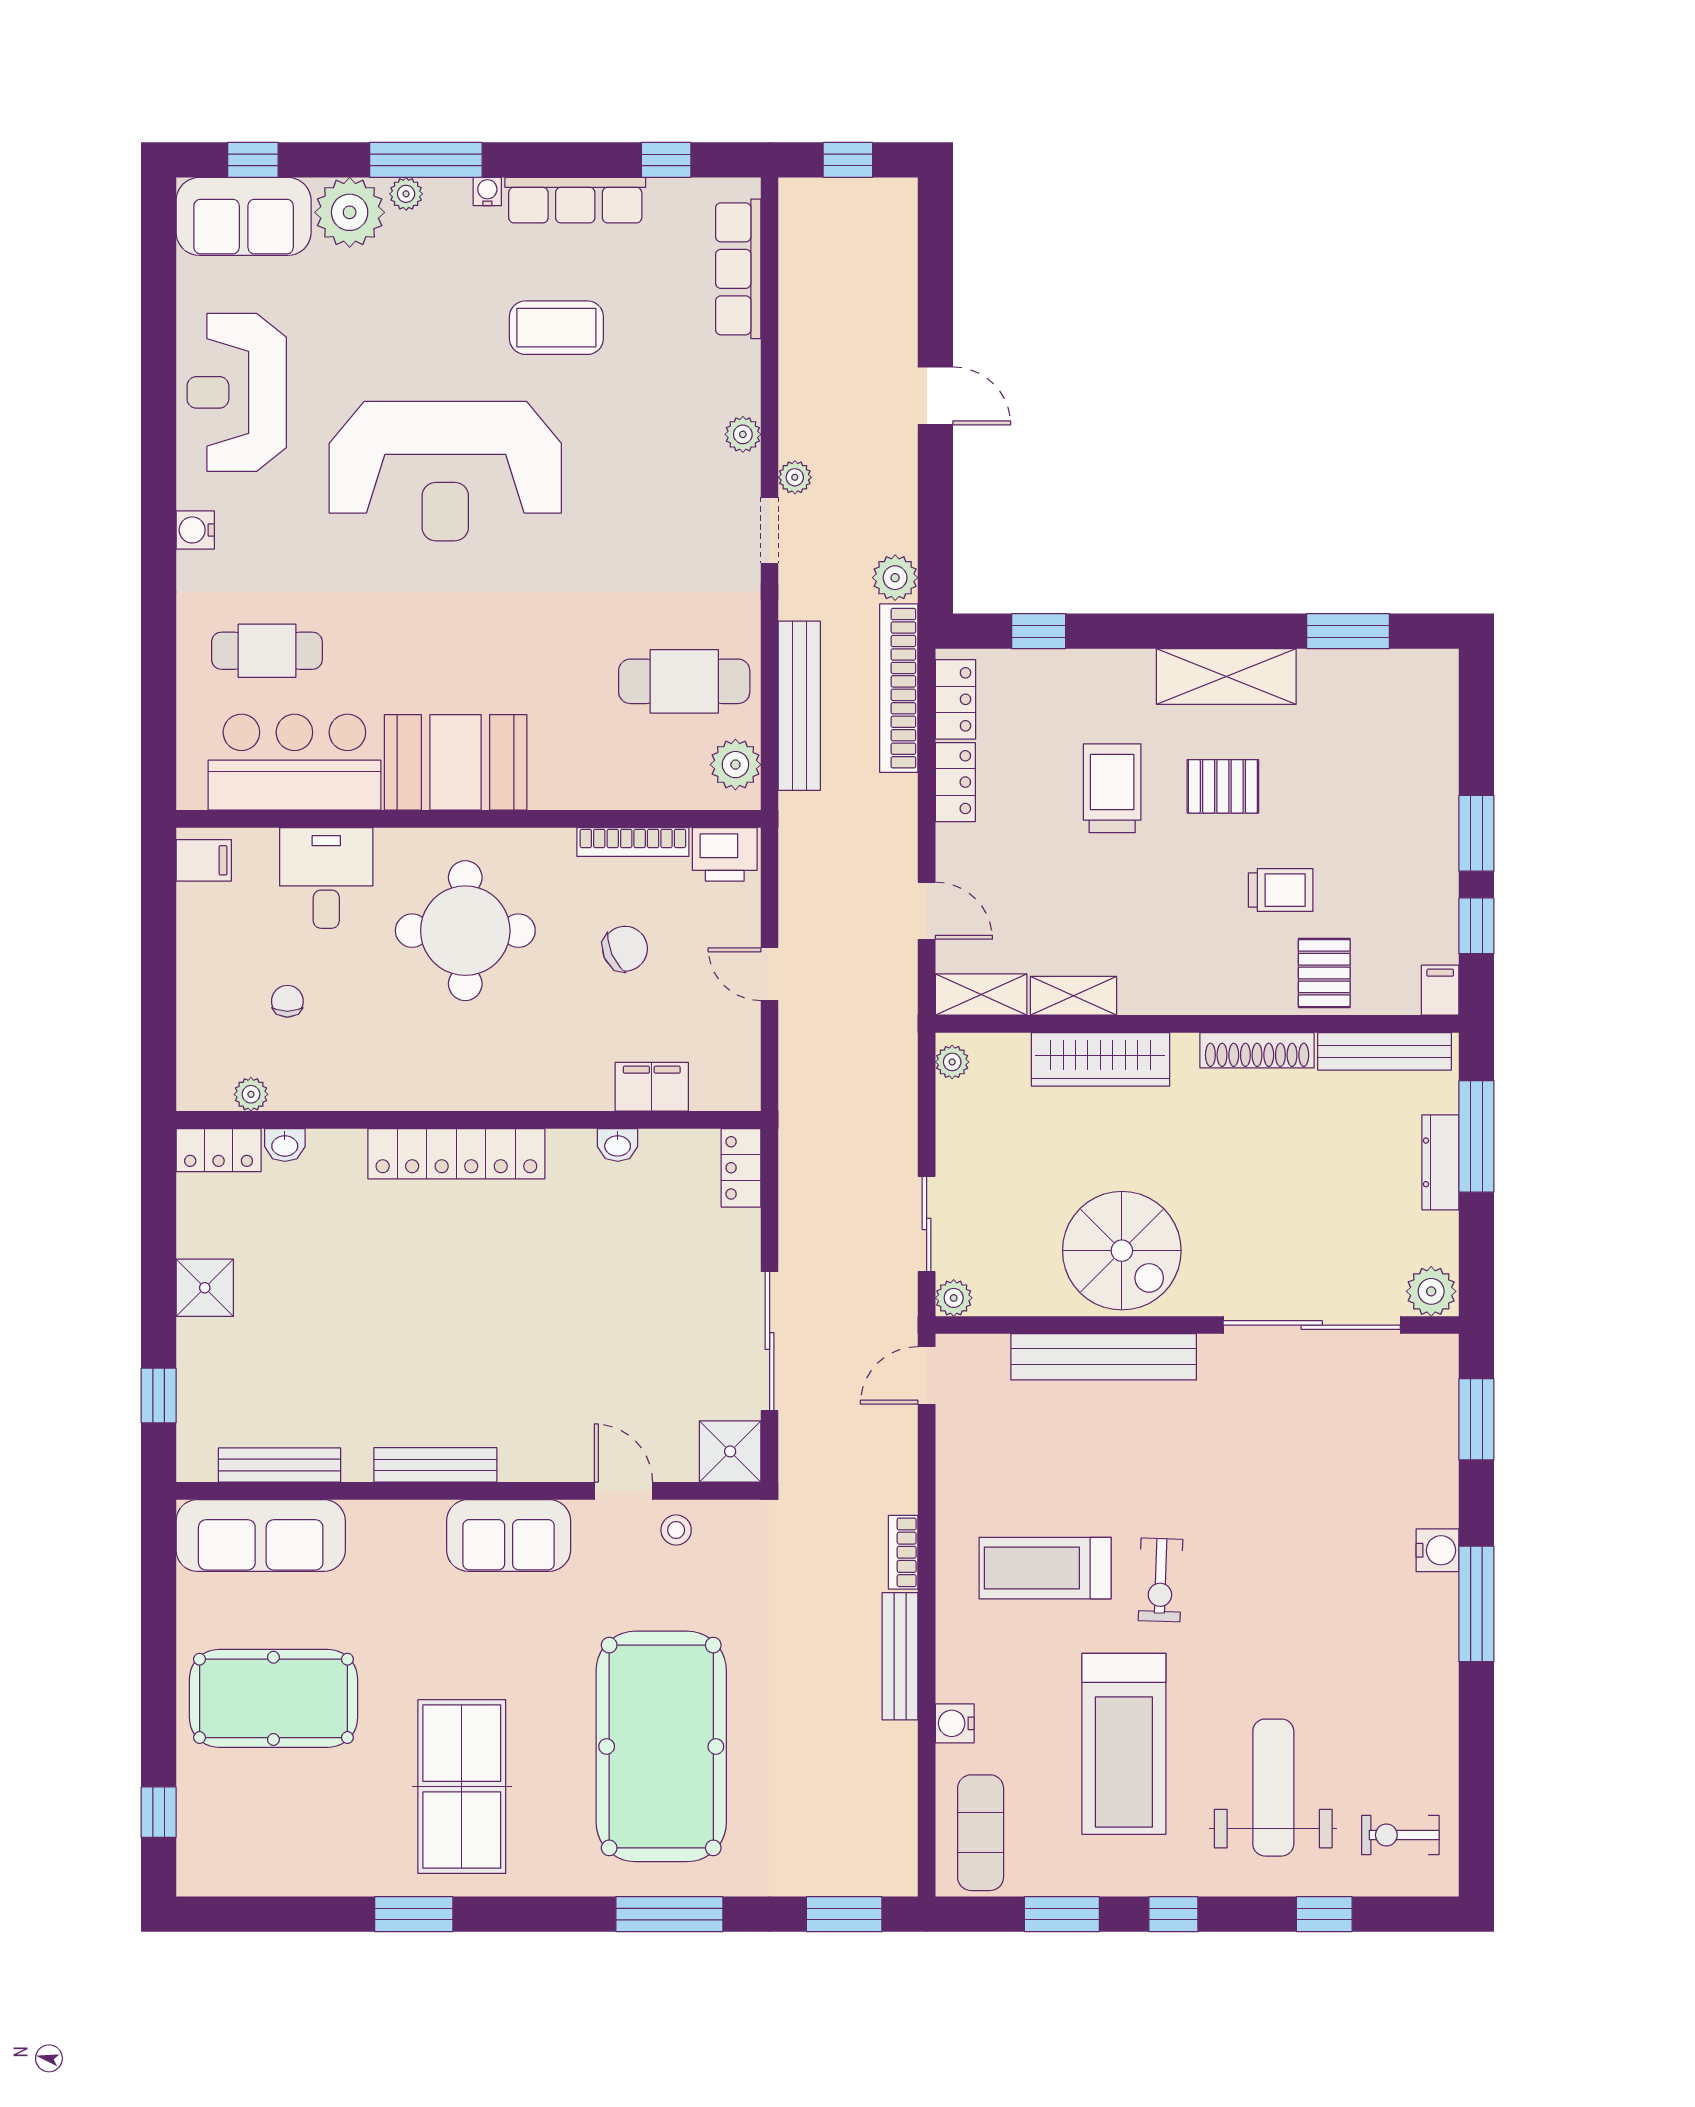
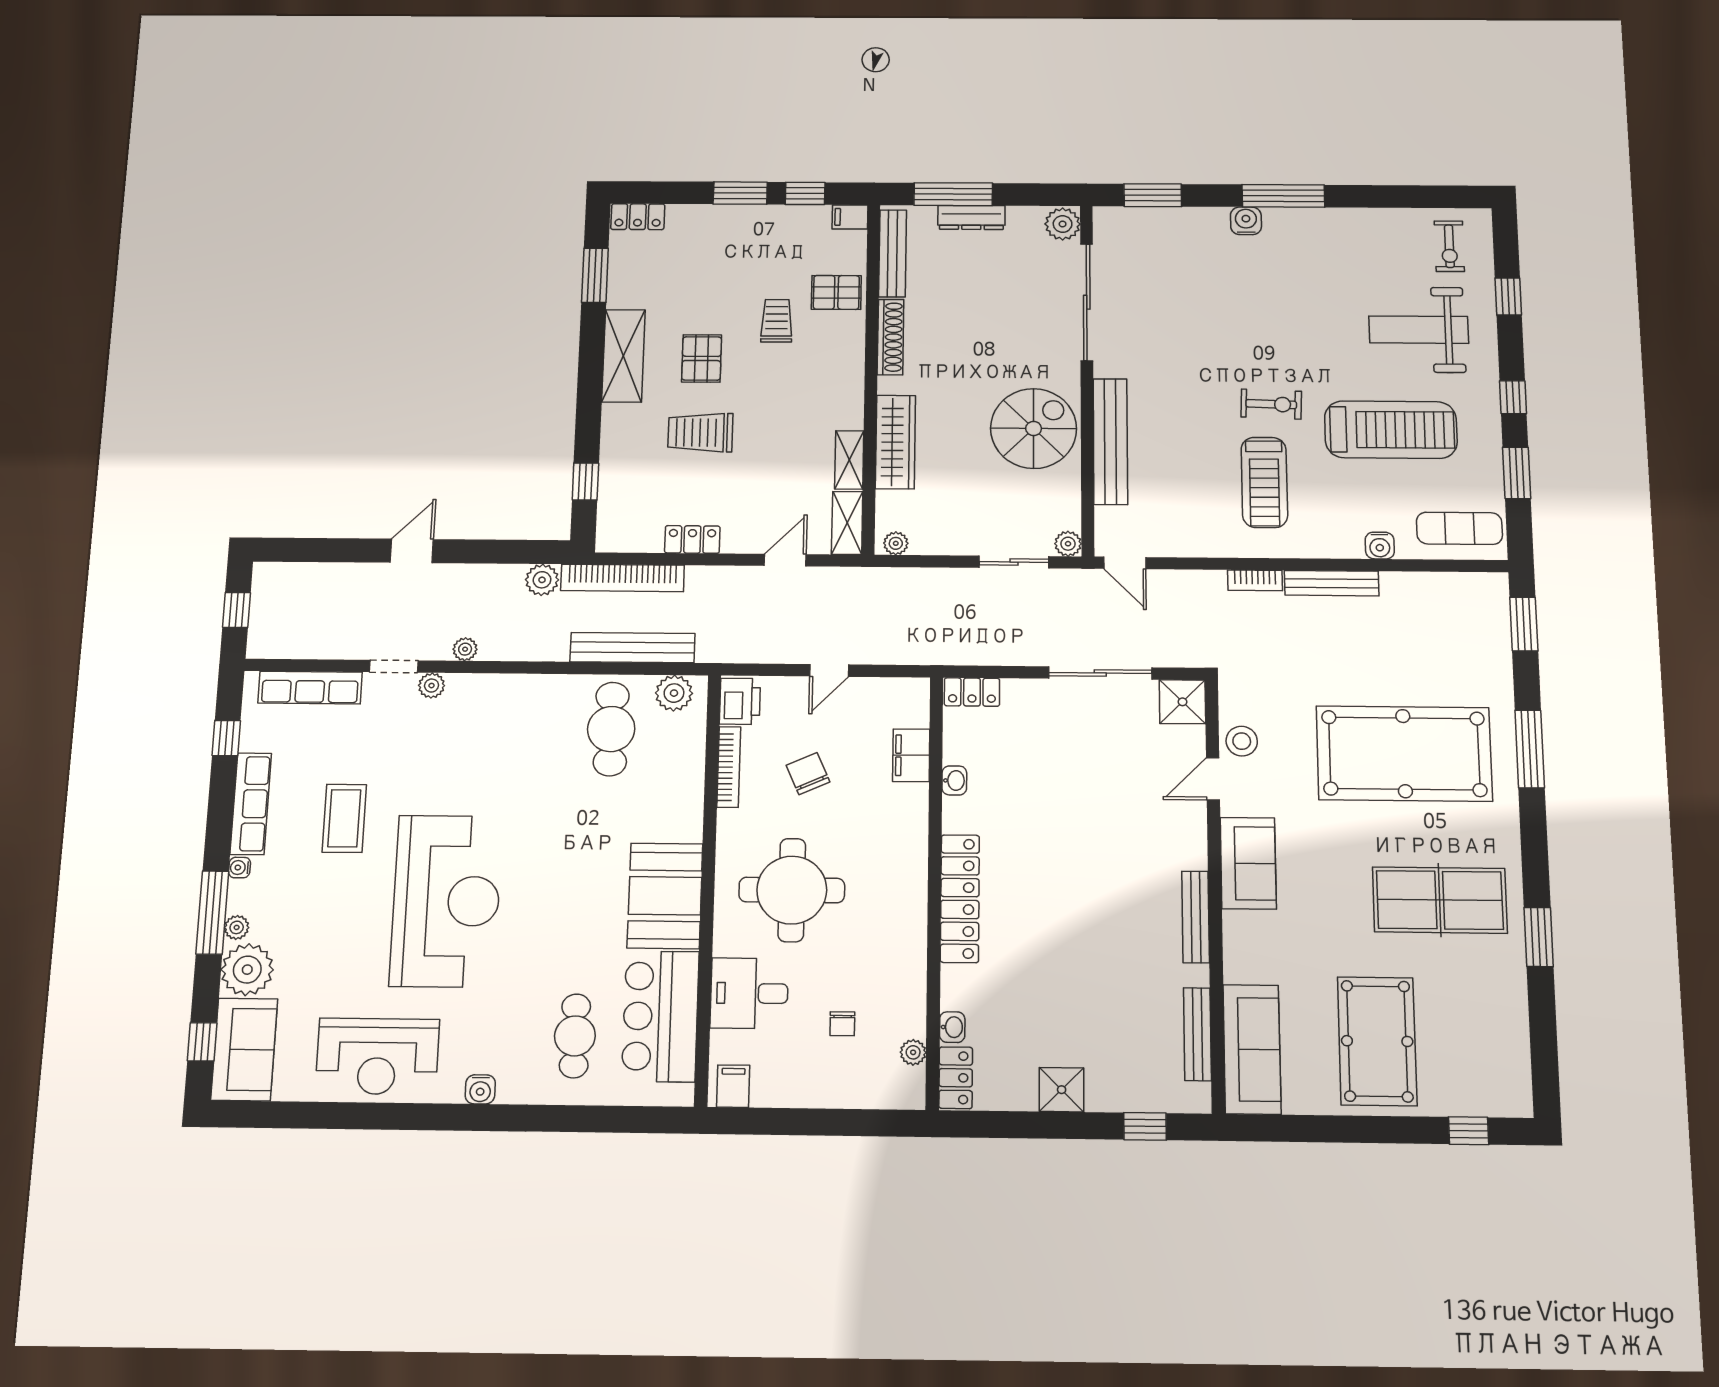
doorway: (770, 530) -> (394, 666), moved
locker: (955, 699) -> (638, 217), moved, turned 180
chair: (287, 1001) -> (842, 1024), turned -90
stool: (676, 1530) -> (1242, 741), width x1.37, depth x1.37

